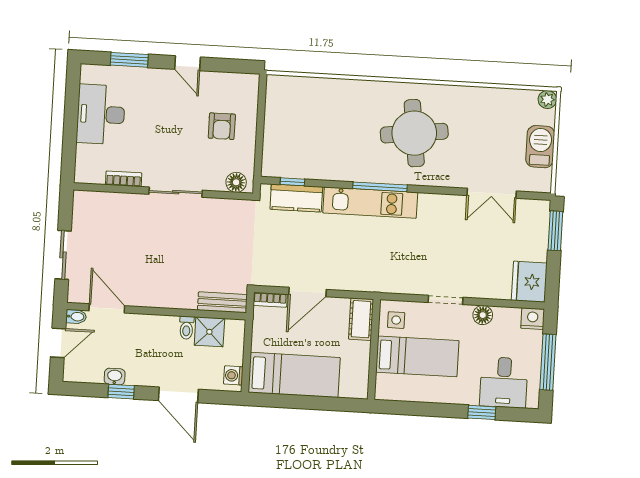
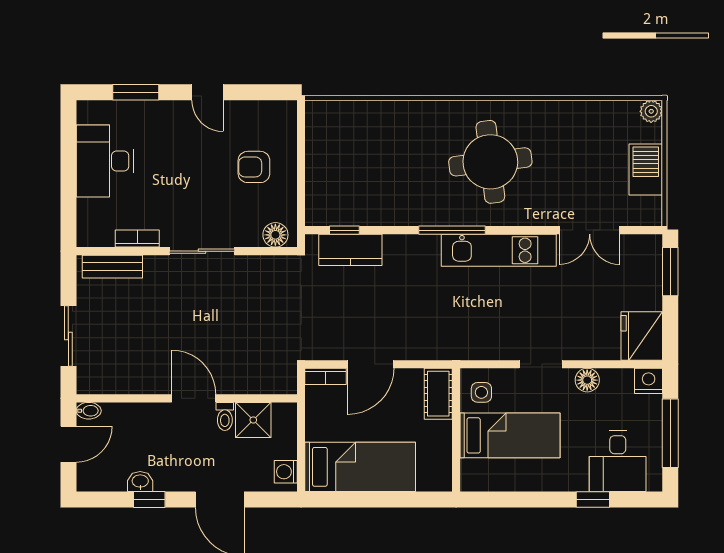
armchair: (222, 126) -> (254, 167), turned 90
kitchen unit: (370, 203) -> (499, 250), moved
bench: (222, 302) -> (112, 267), moved
door: (107, 308) -> (194, 398), moved

